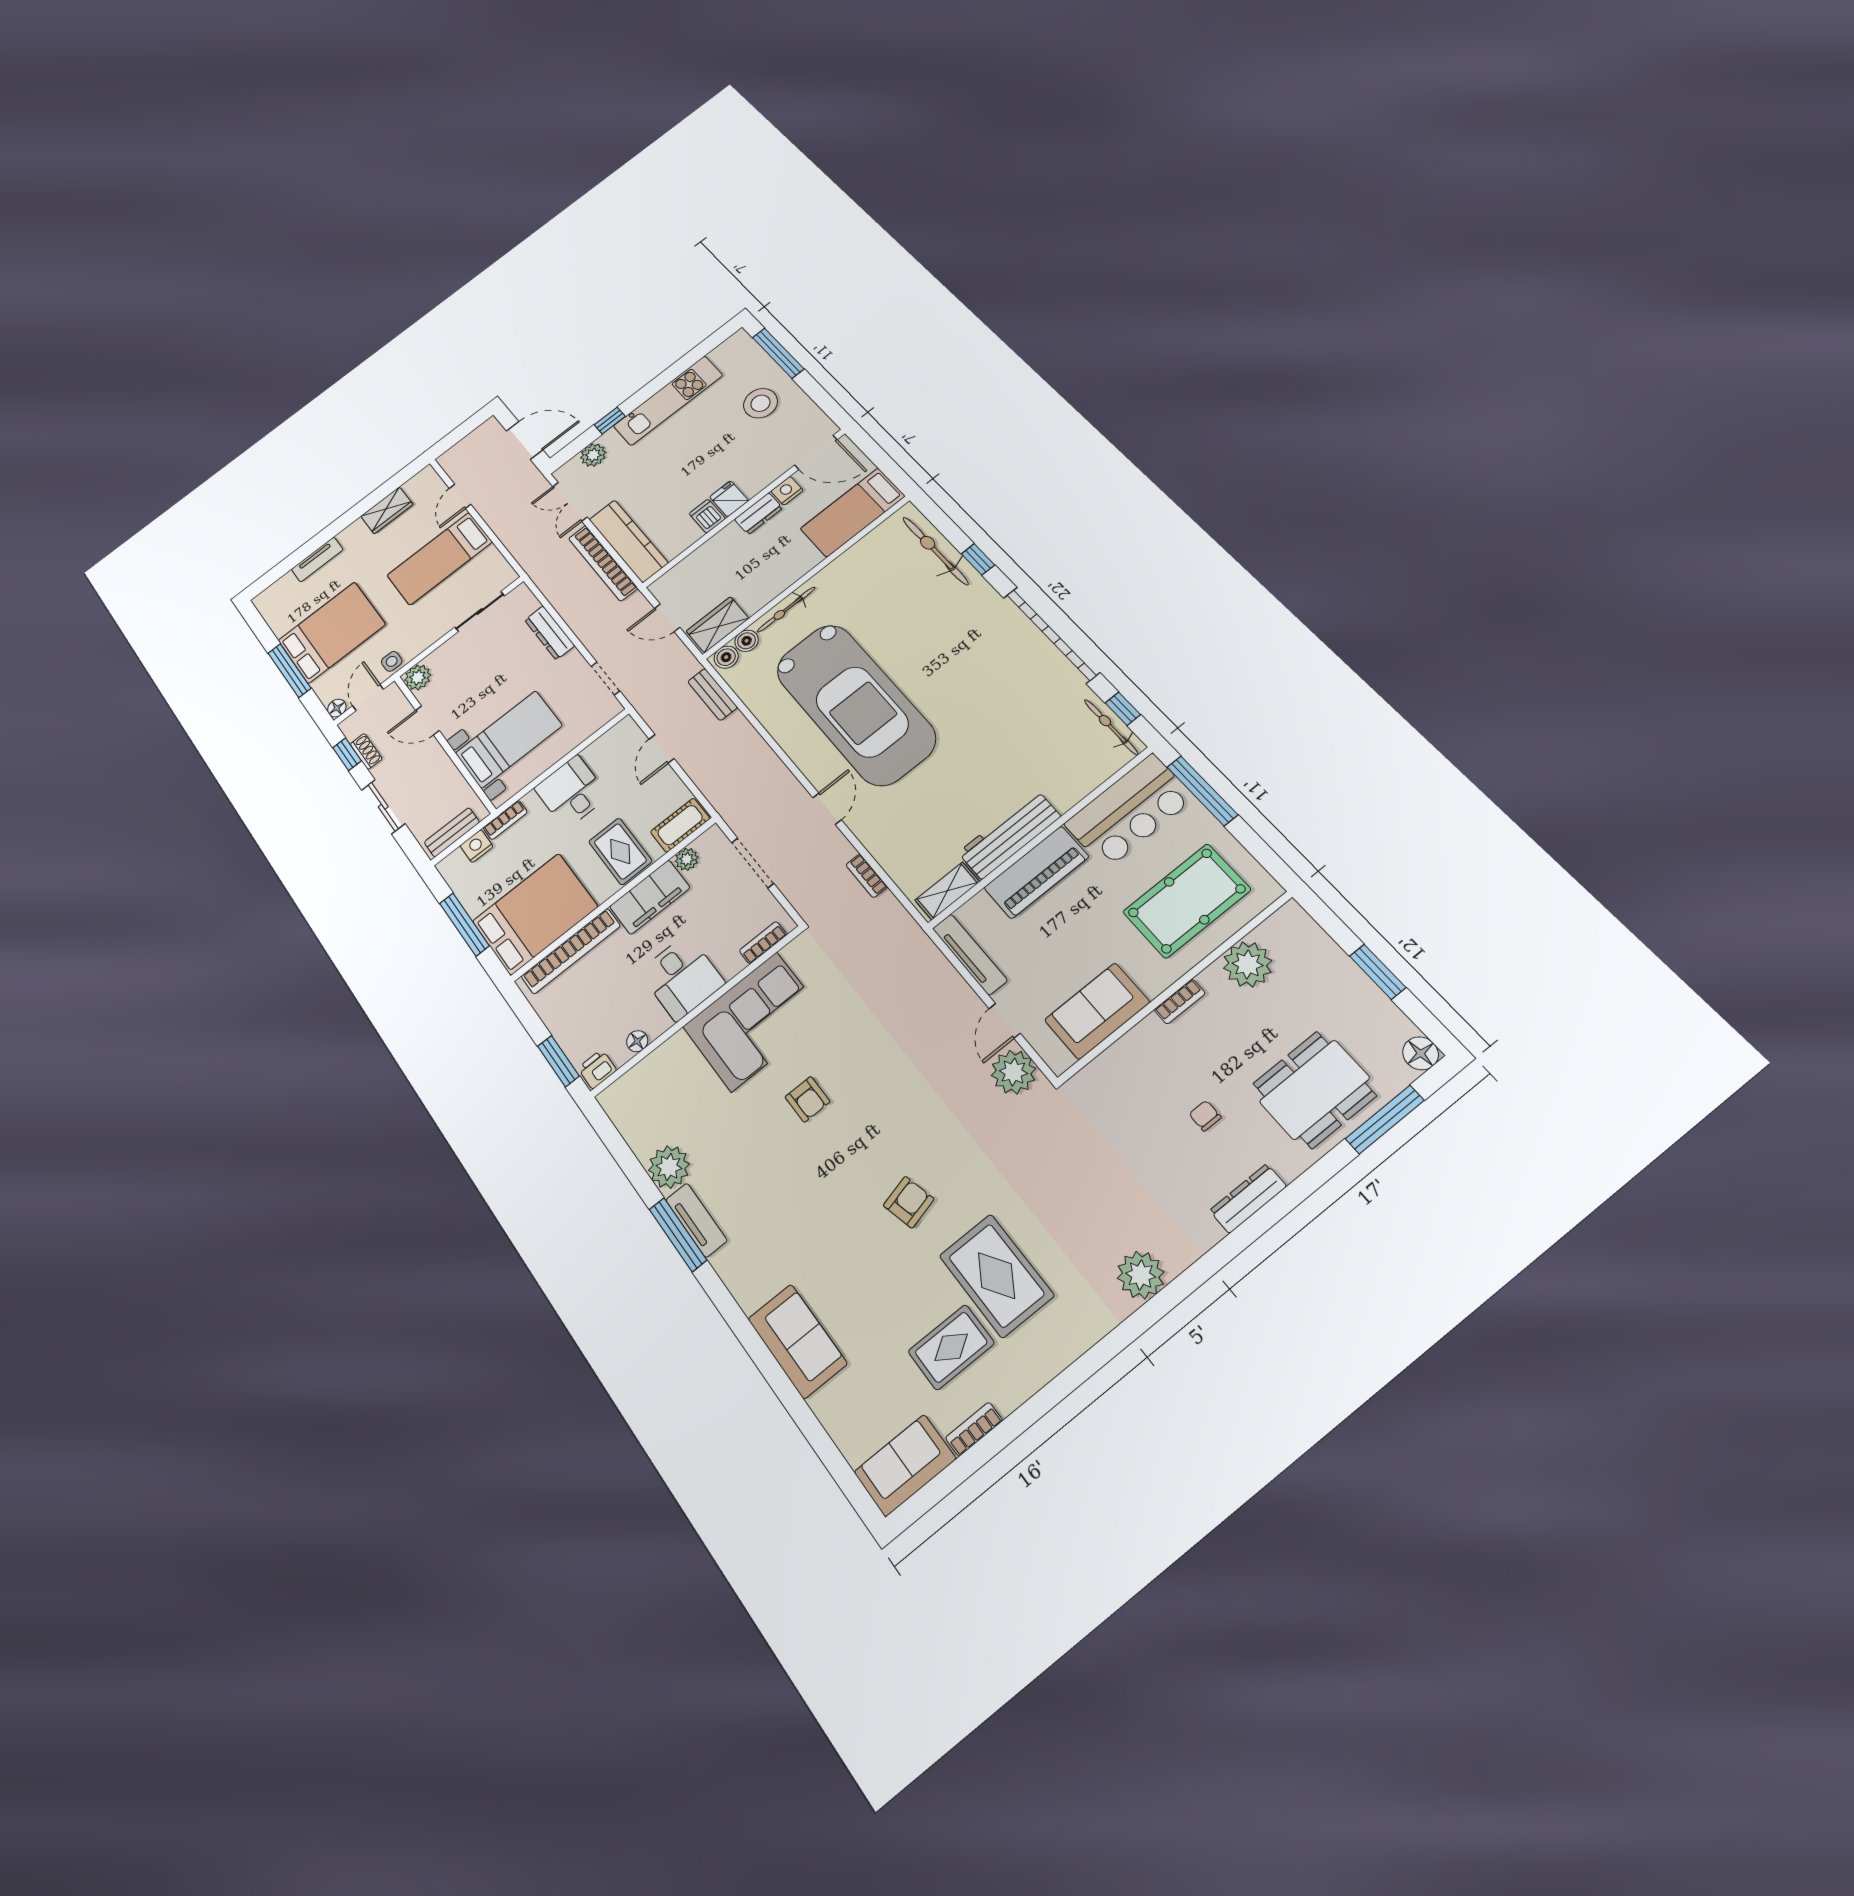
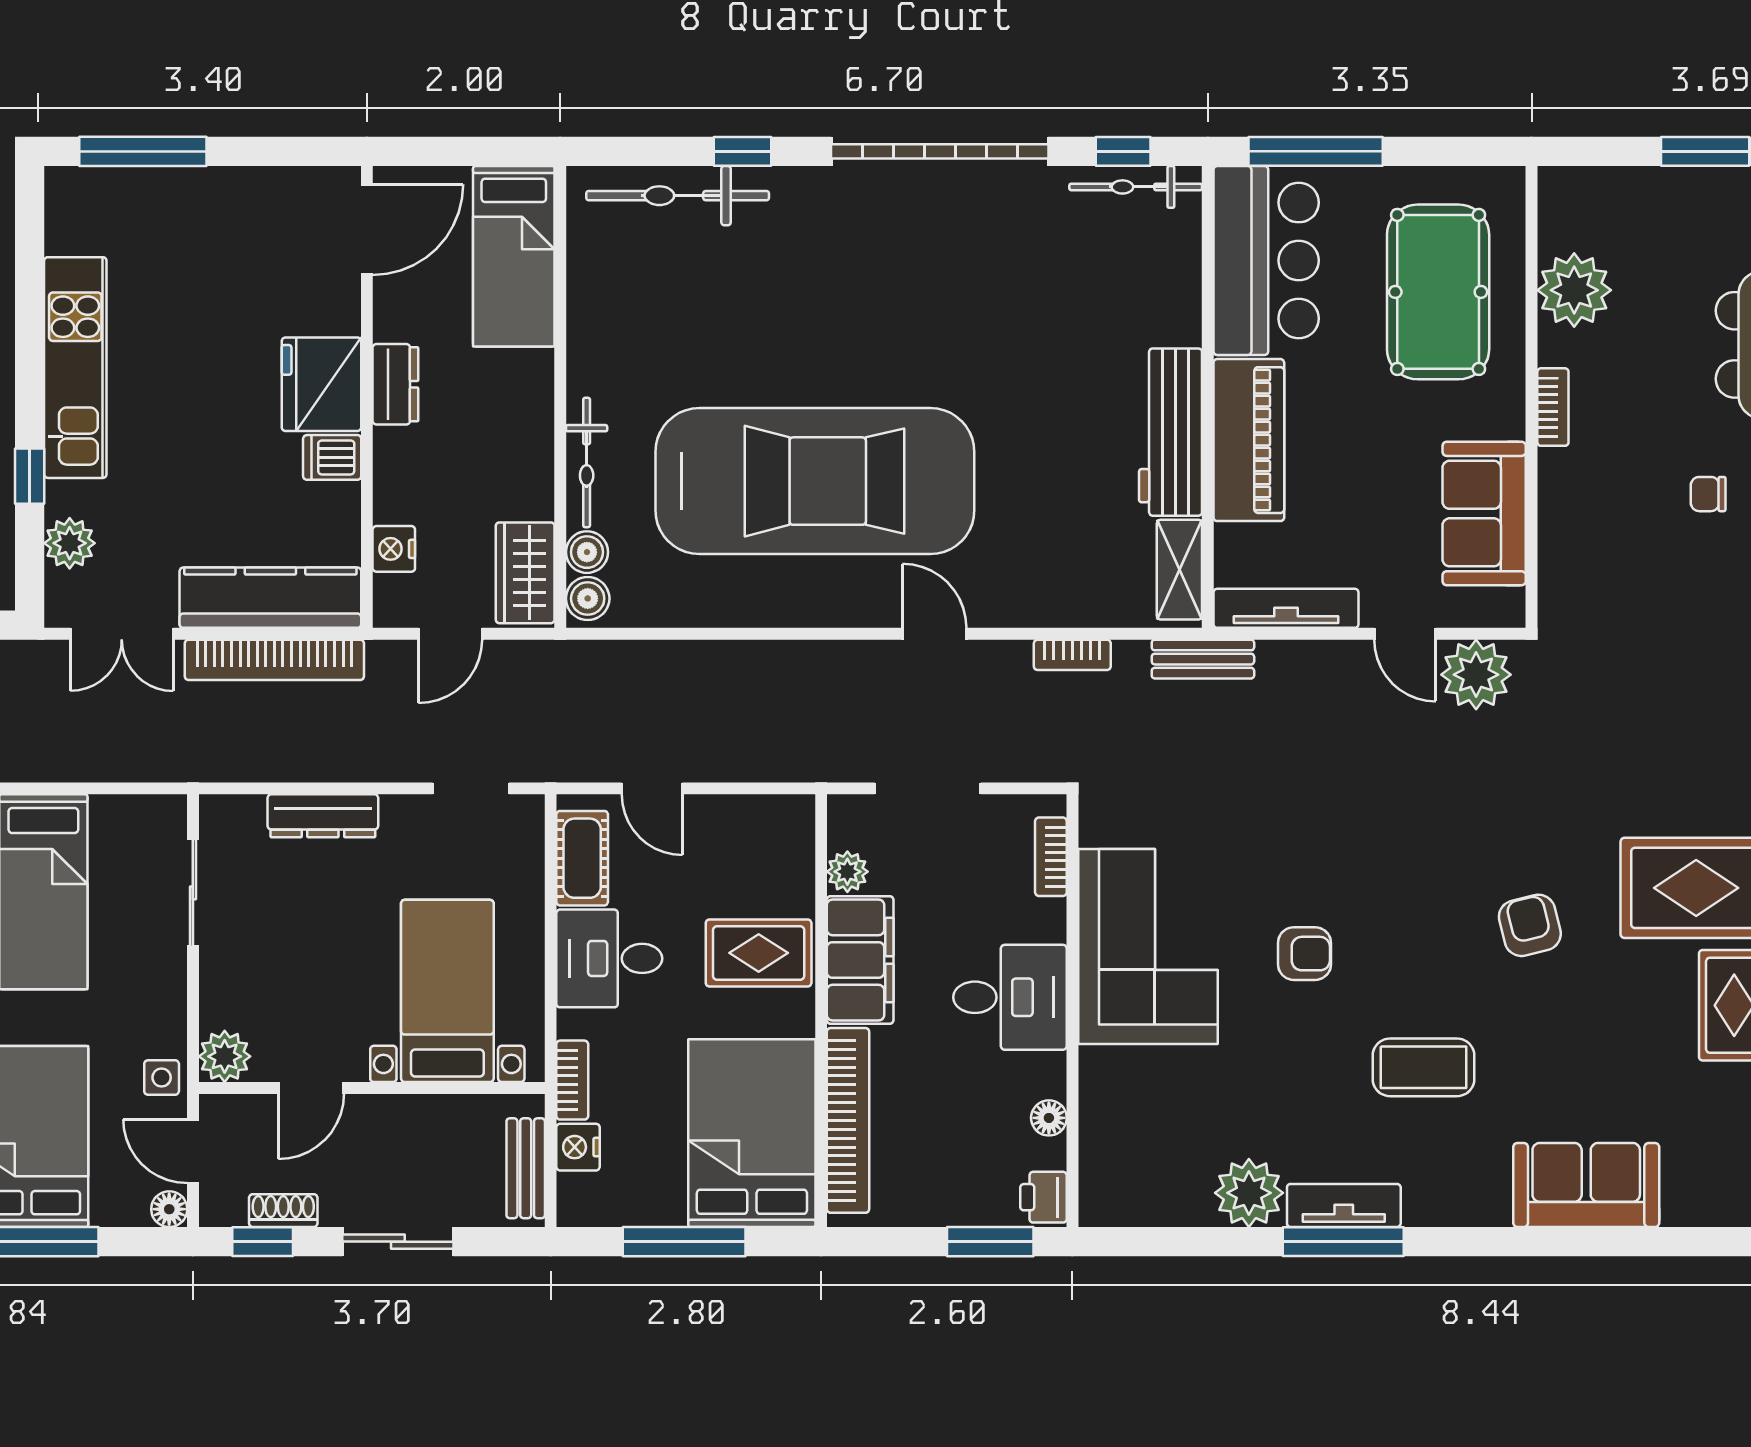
stool: (760, 403) -> (208, 242), removed
nightstand: (787, 491) -> (394, 549), moved
fridge: (729, 499) -> (321, 384), width x1.88, depth x1.34
bench: (713, 694) -> (1203, 659), moved
cot: (680, 825) -> (582, 858), moved
coffee table: (795, 1205) -> (1423, 1067), added

